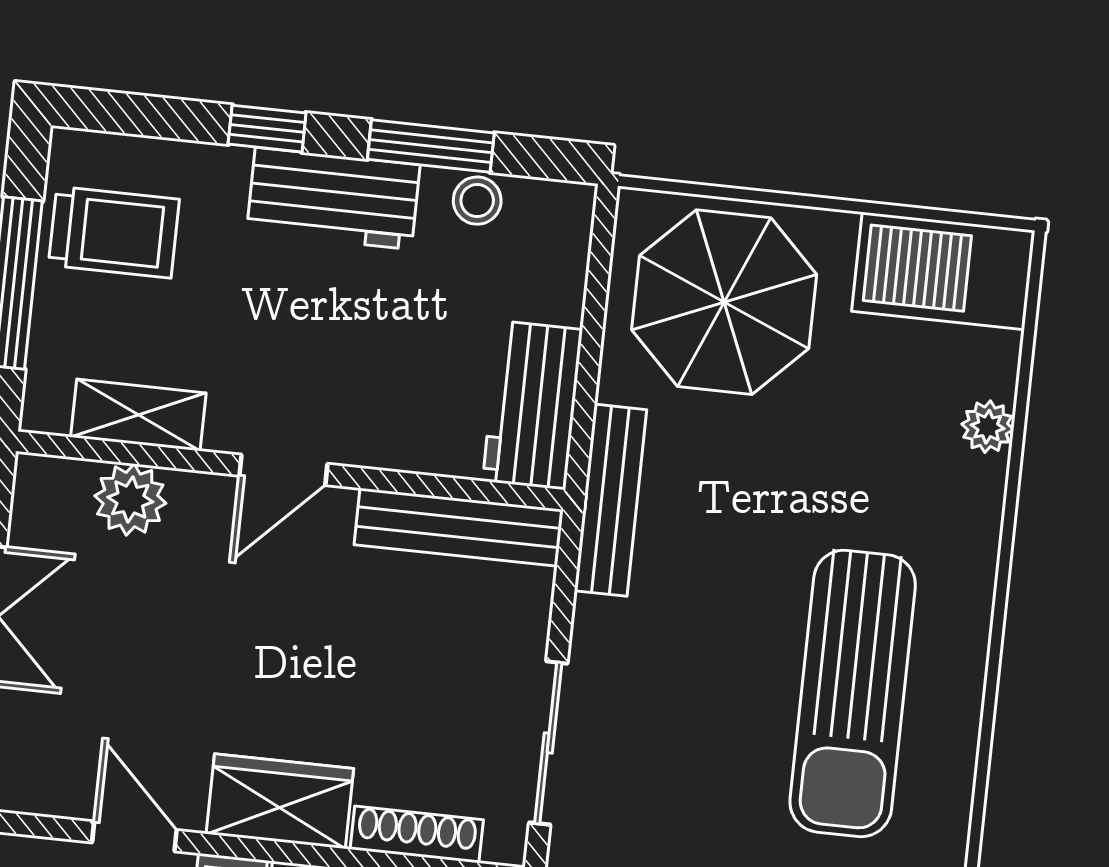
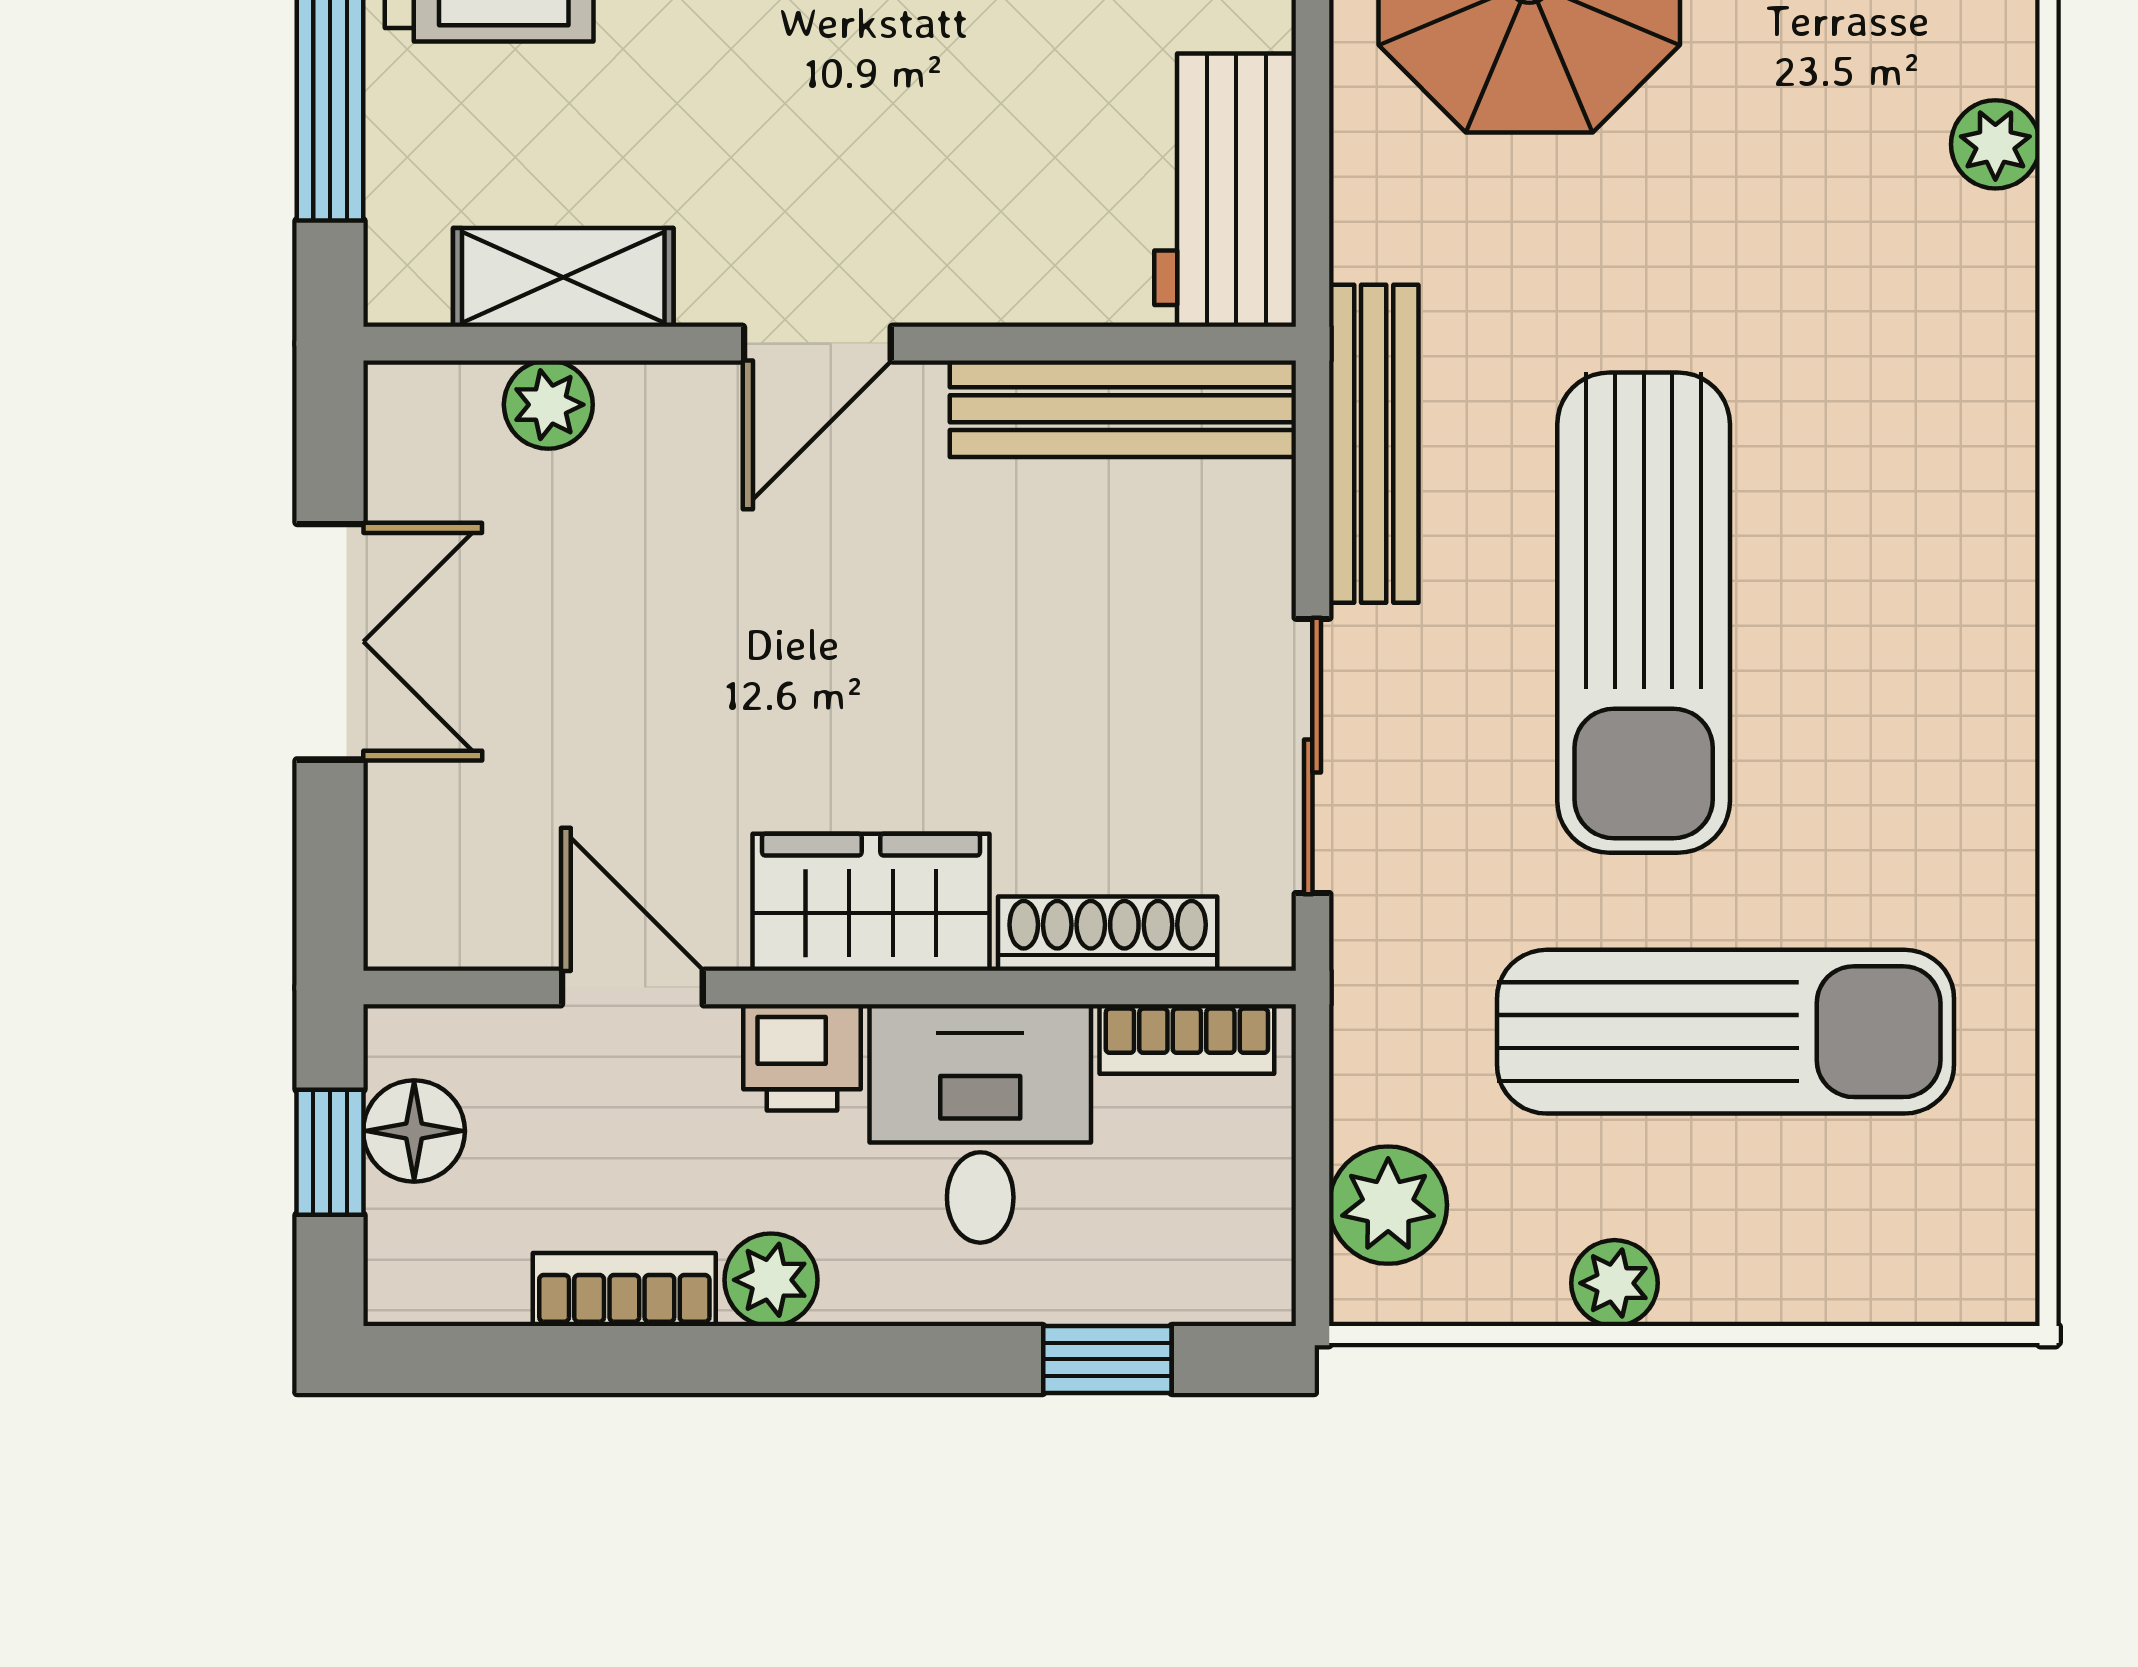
plant: (130, 500) -> (548, 405), width x0.73, depth x0.73
bench: (611, 500) -> (1374, 444), moved
sun lounger: (853, 693) -> (1644, 613), moved

